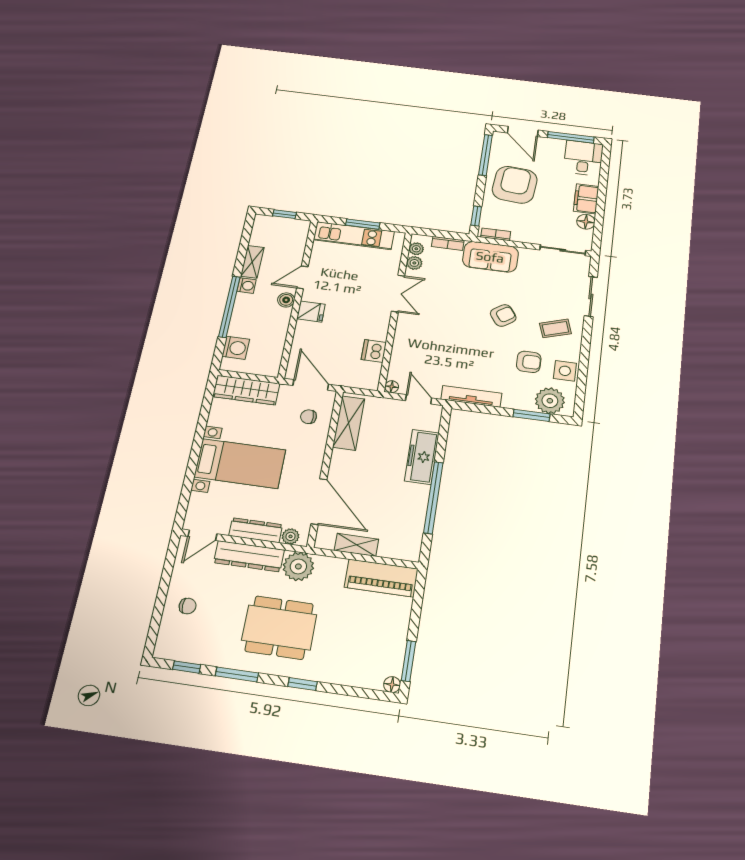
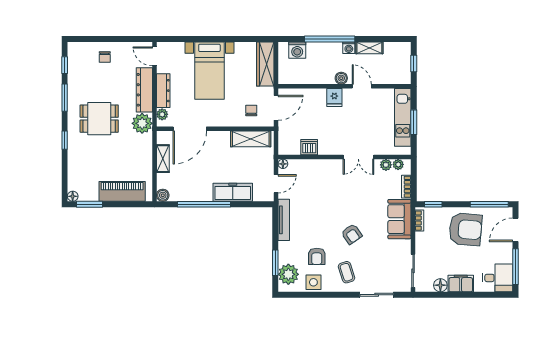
boiler: (411, 553) -> (163, 195), added
piano: (381, 578) -> (122, 191), moved, turned 90
dining table: (279, 627) -> (99, 119), width x0.73

